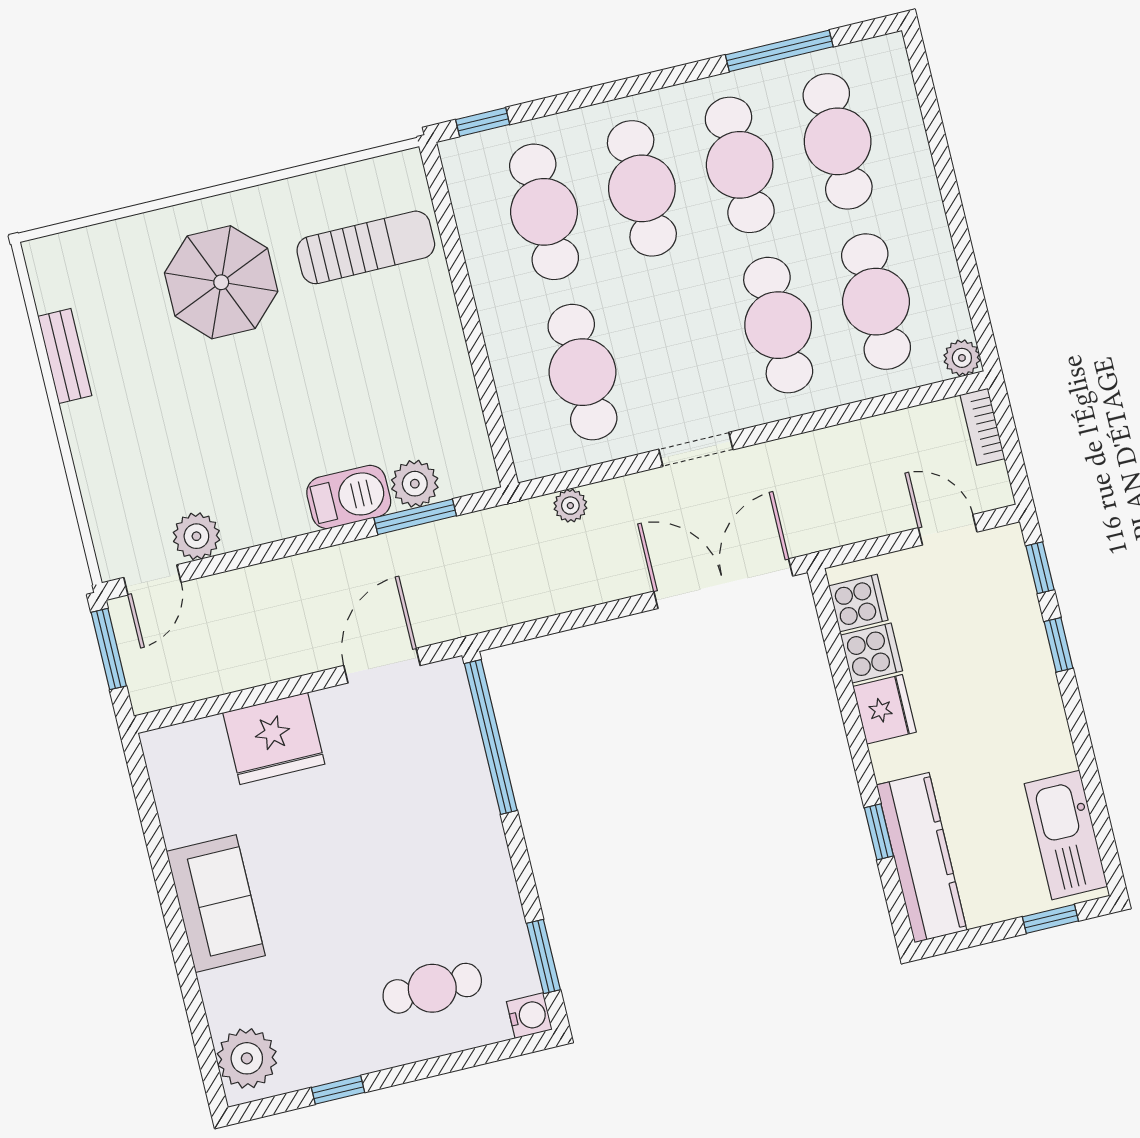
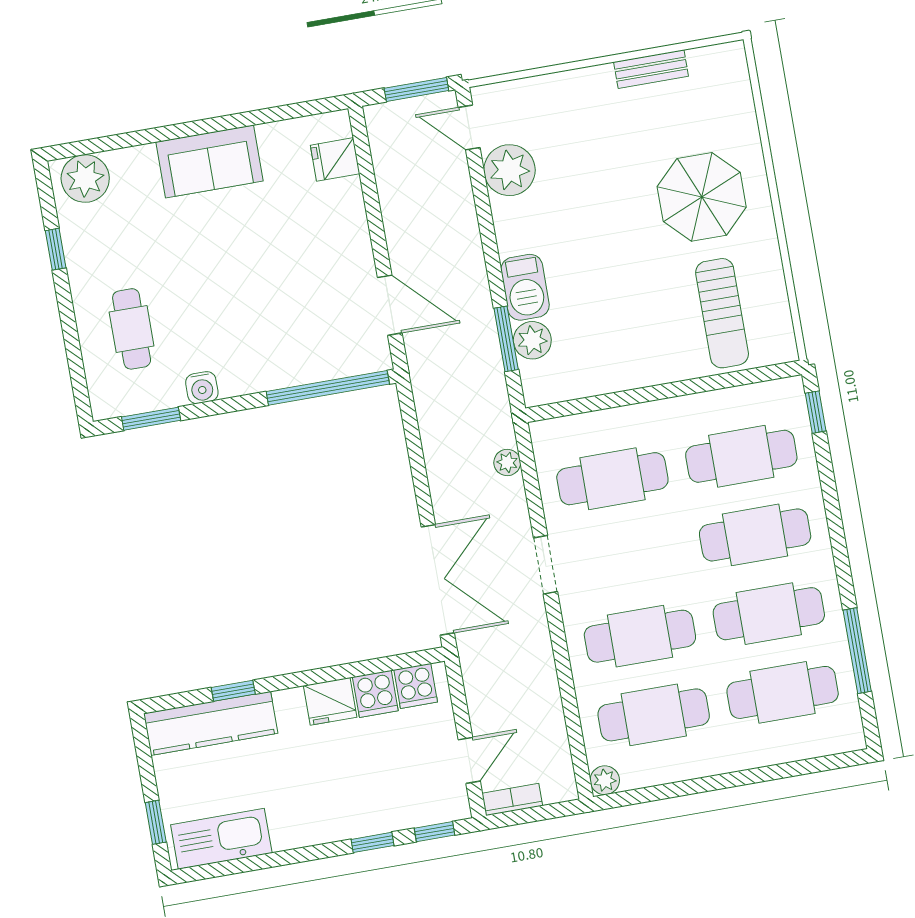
bookcase: (982, 427) -> (512, 799), moved
plant: (196, 536) -> (509, 170), width x1.36, depth x1.36
fridge: (274, 738) -> (335, 159), moved, width x0.53, depth x0.75
water cooler: (529, 1016) -> (202, 388), moved

